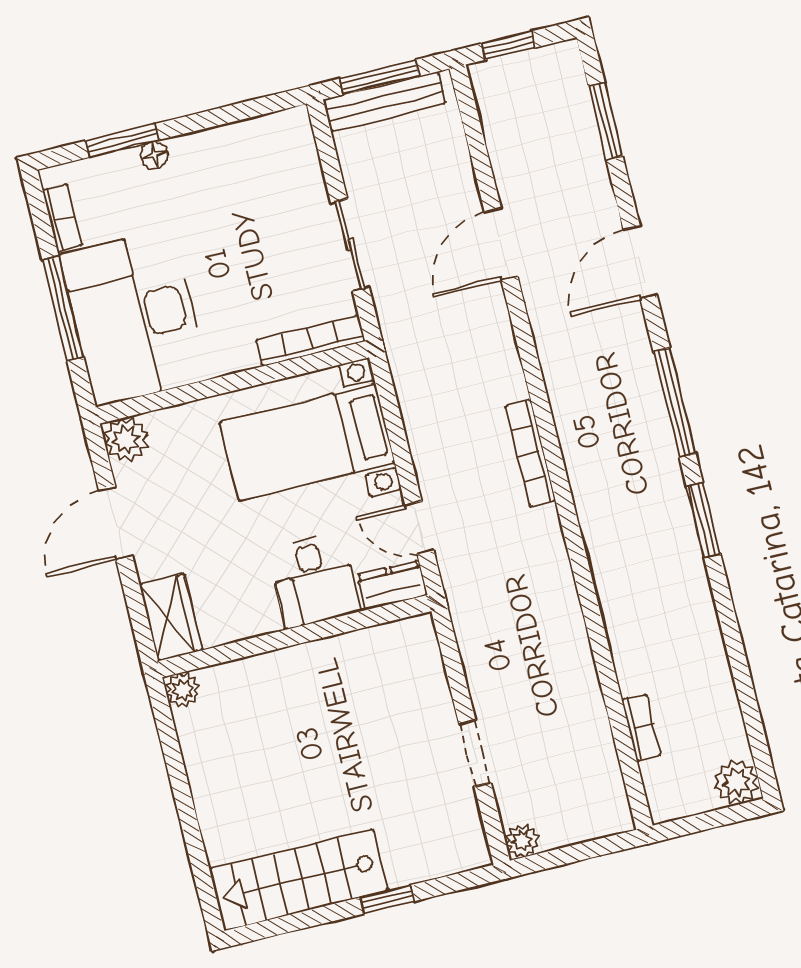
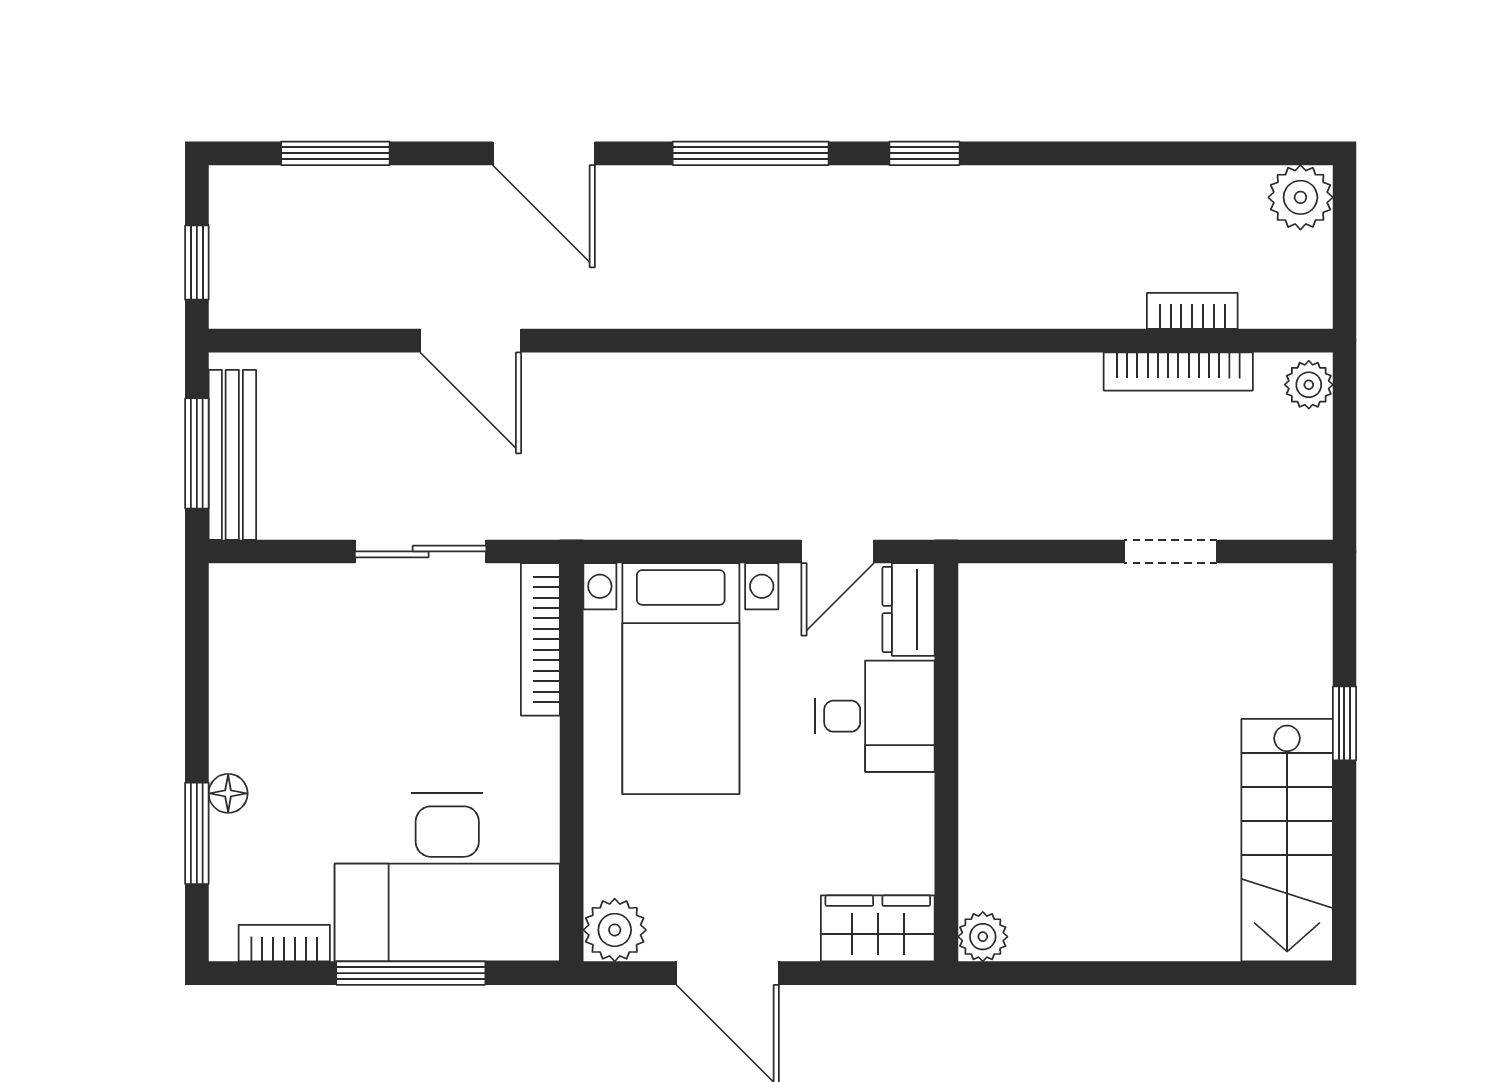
bookcase: (530, 453) -> (1178, 372), moved
window: (703, 520) -> (924, 153), width x0.67
plant: (522, 841) -> (1309, 385), moved

